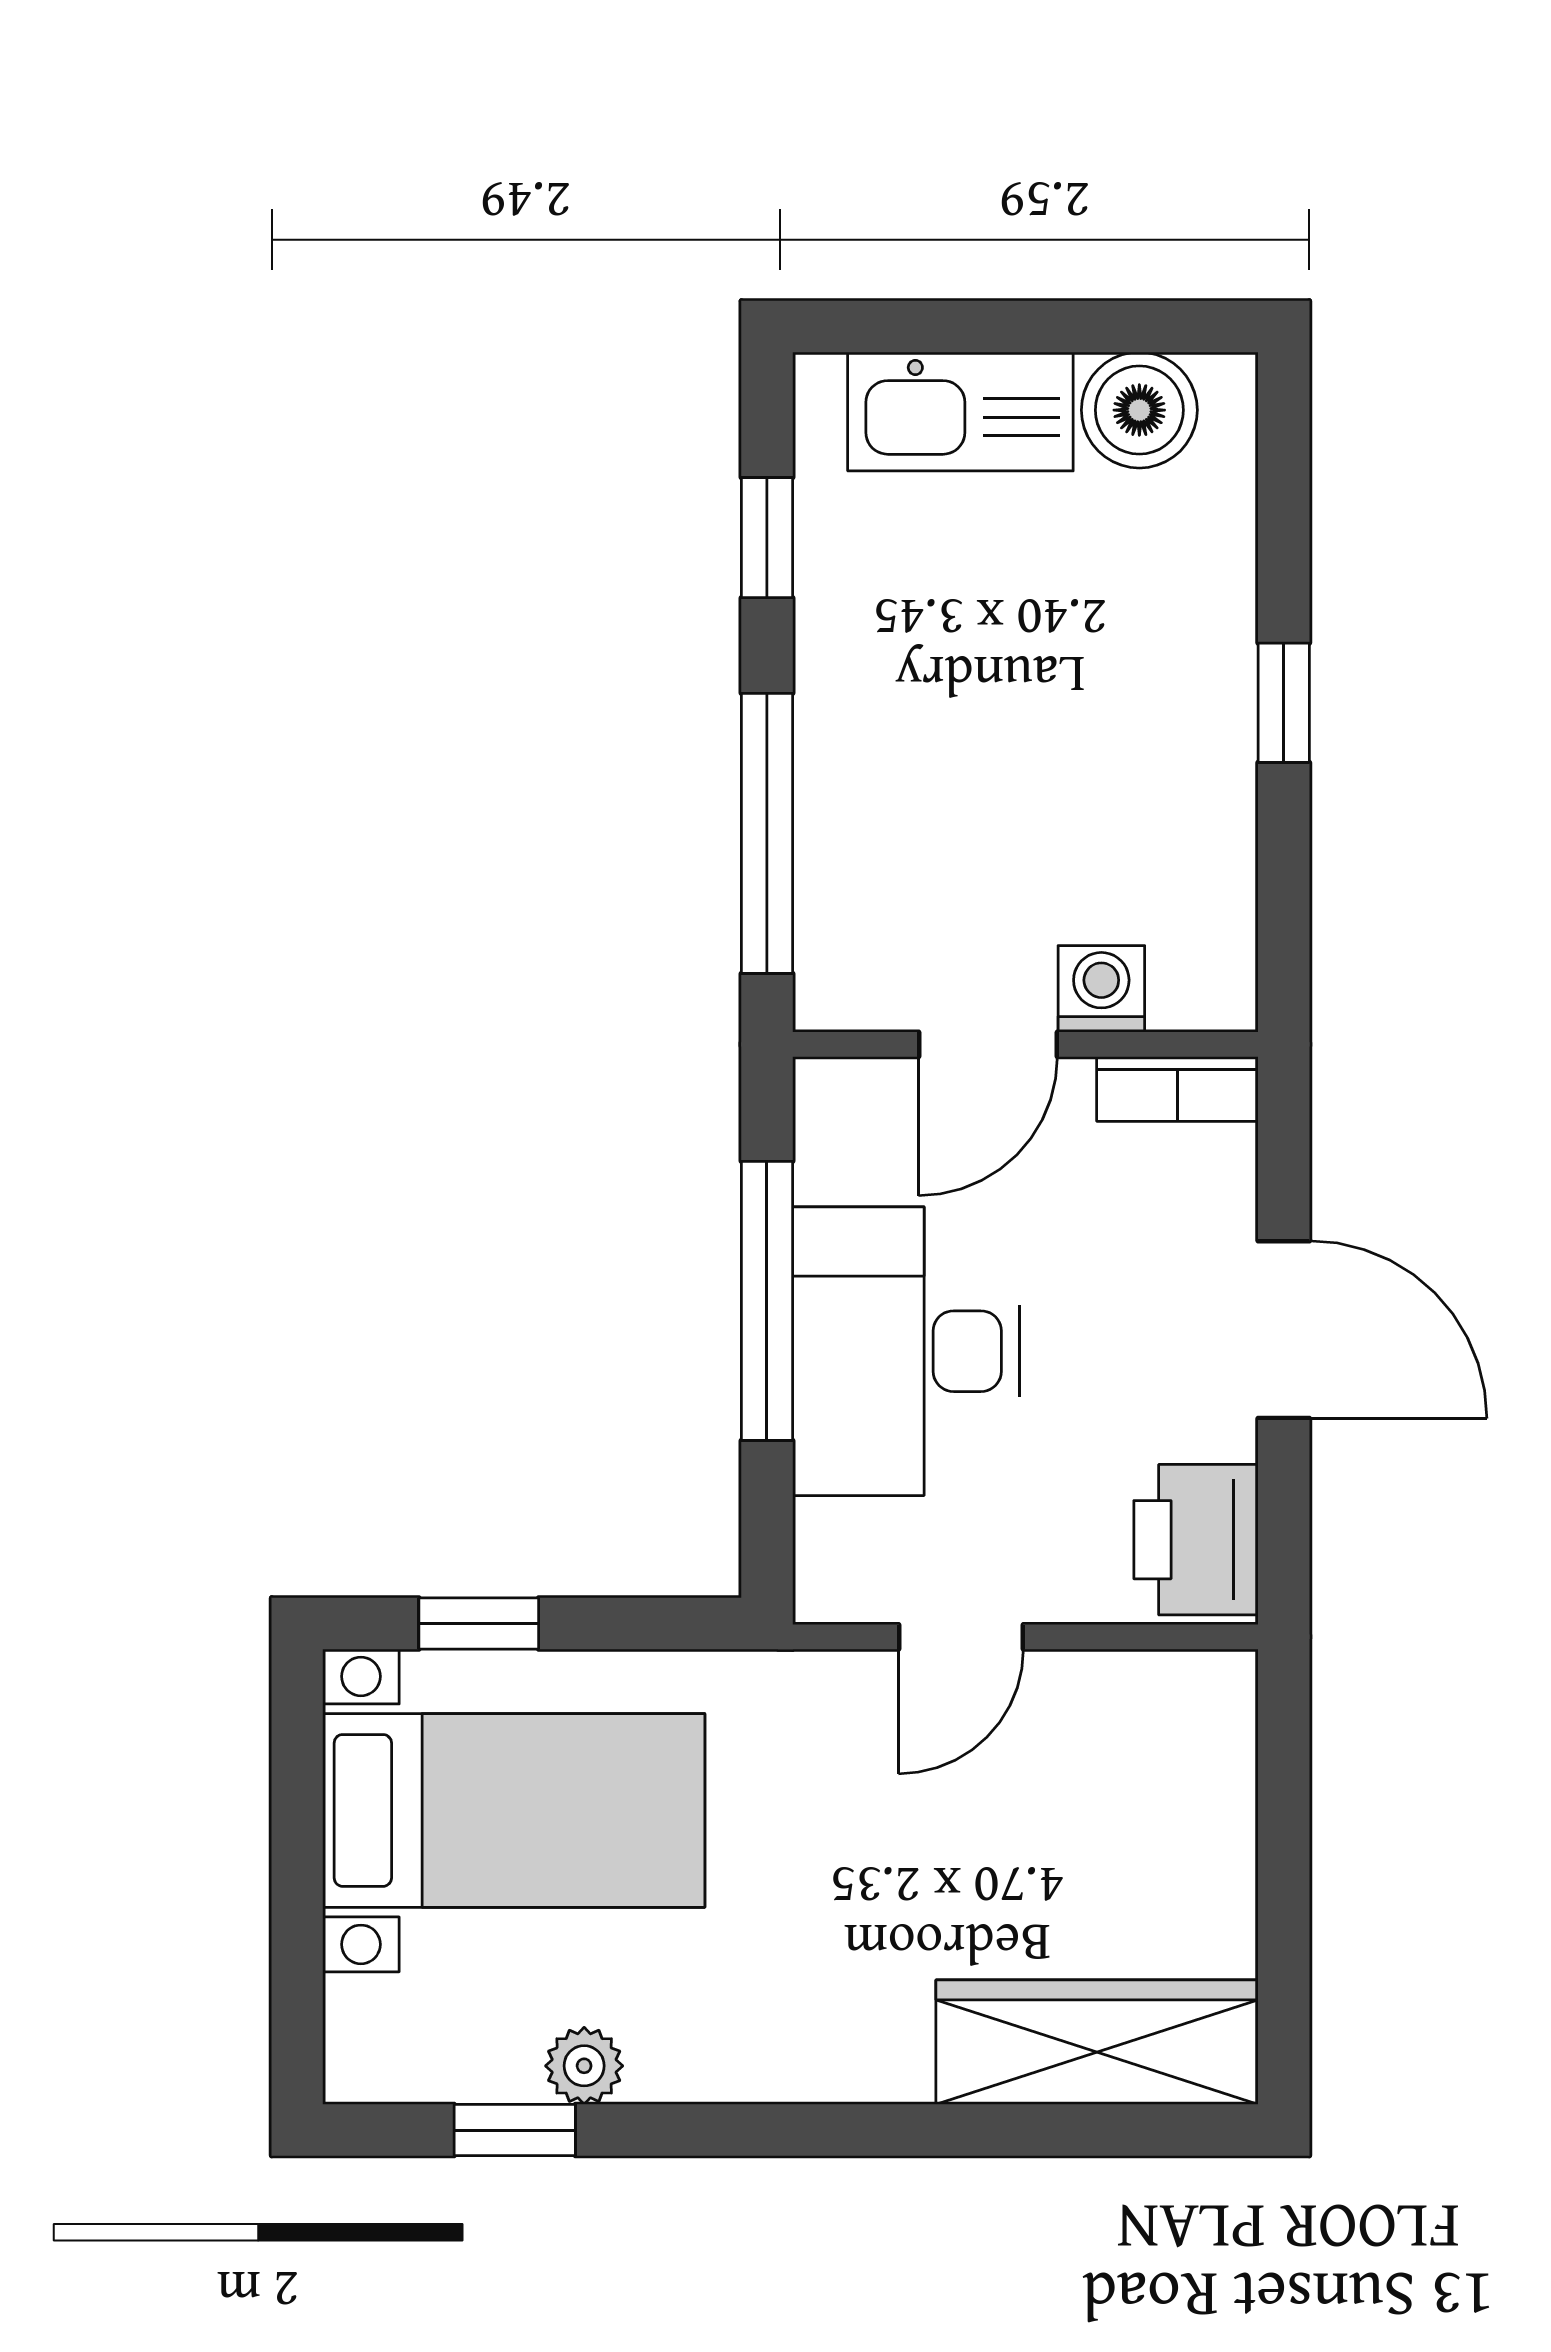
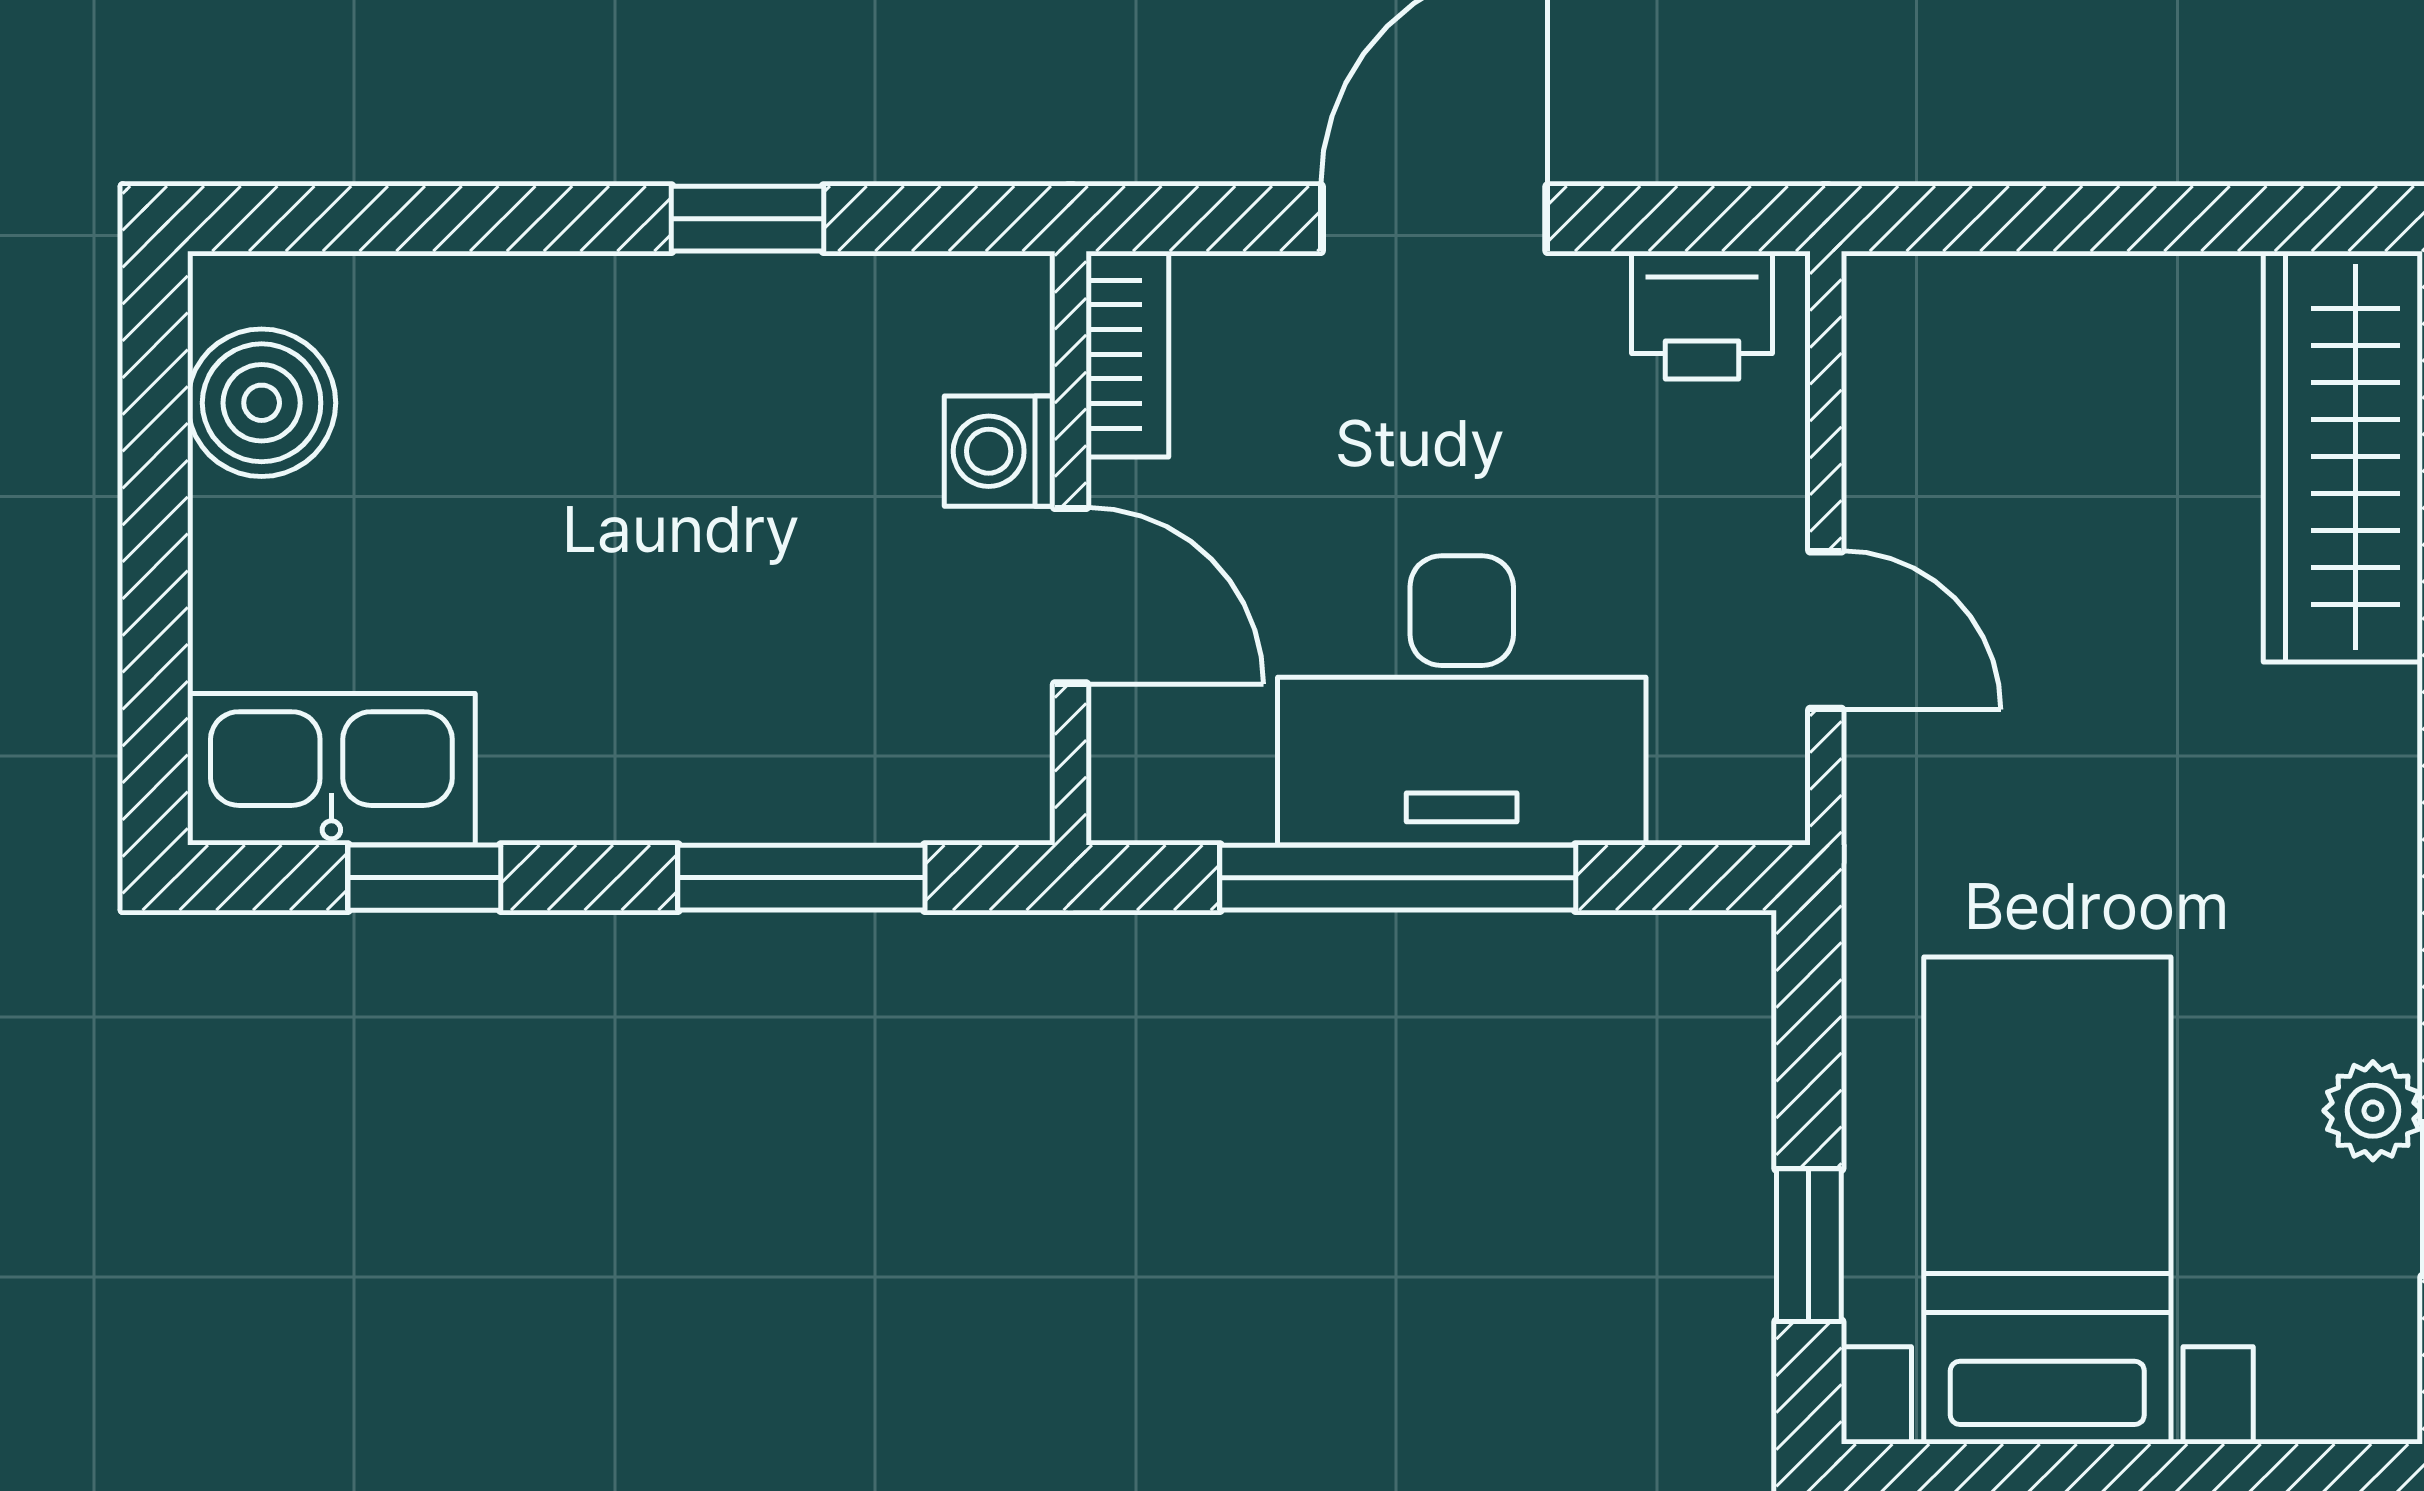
kitchen sink: (960, 411) -> (331, 769), moved, turned -90
window: (1284, 703) -> (747, 219), moved
window: (767, 833) -> (801, 878), width x0.69
printer: (1196, 1540) -> (1702, 315), width x0.73, depth x0.81

